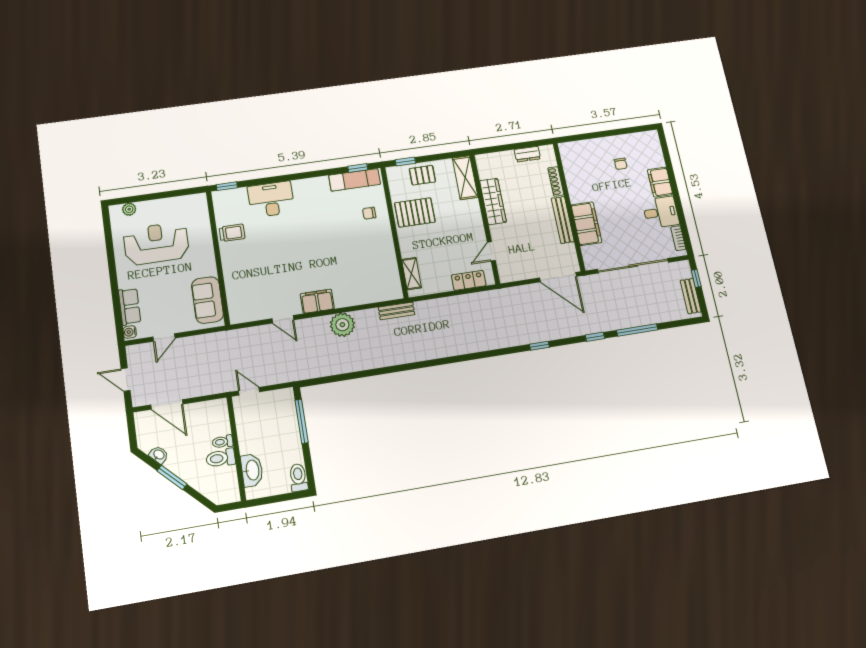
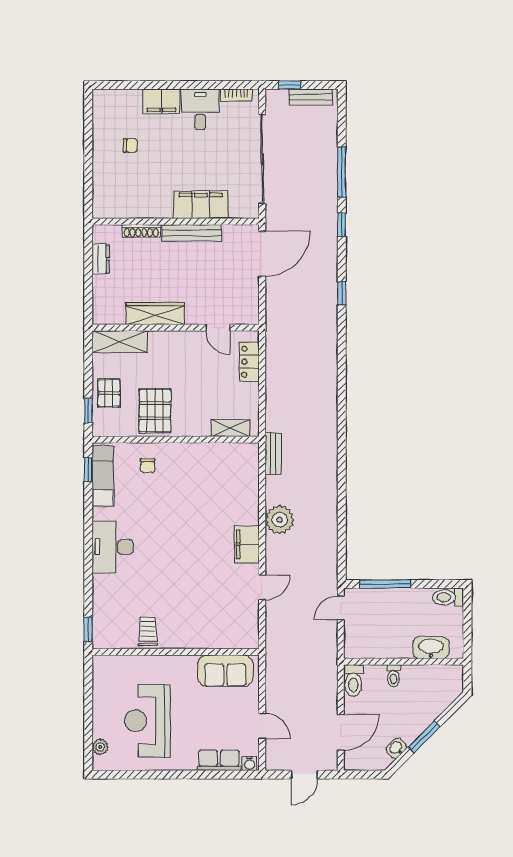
desk: (271, 199) -> (113, 547), moved
door: (249, 391) -> (341, 608), moved
toilet: (221, 458) -> (353, 680), moved

